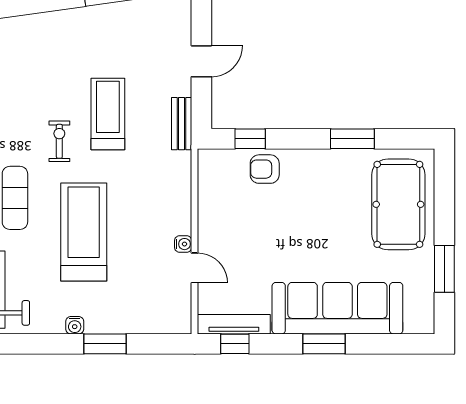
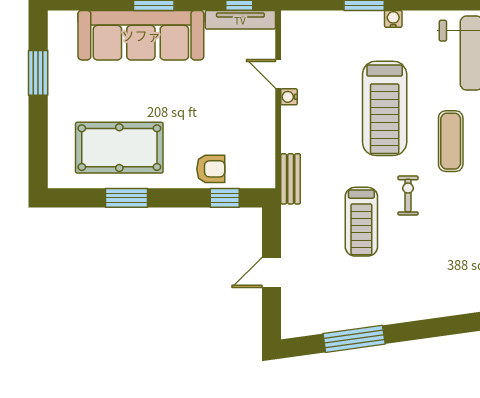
bench: (182, 124) -> (291, 179), moved
exercise bike: (59, 141) -> (408, 195), turned 180
pool table: (398, 204) -> (119, 148), moved, turned 90

